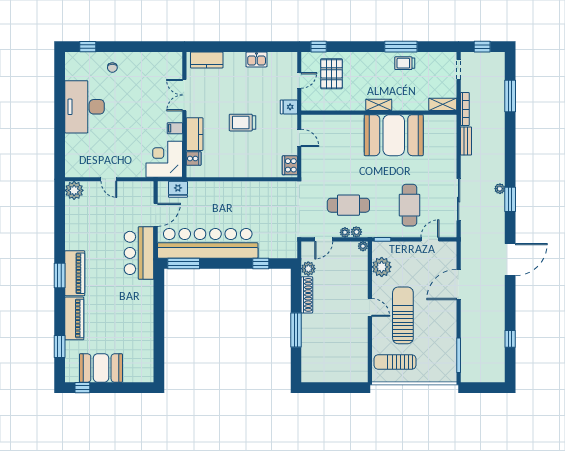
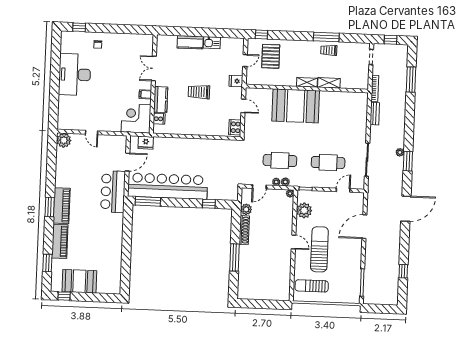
kitchen counter: (207, 60) -> (190, 42), moved
shelving: (443, 104) -> (329, 83), moved
booth: (394, 135) -> (296, 106), moved
cafe table: (409, 205) -> (328, 162), turned 90

